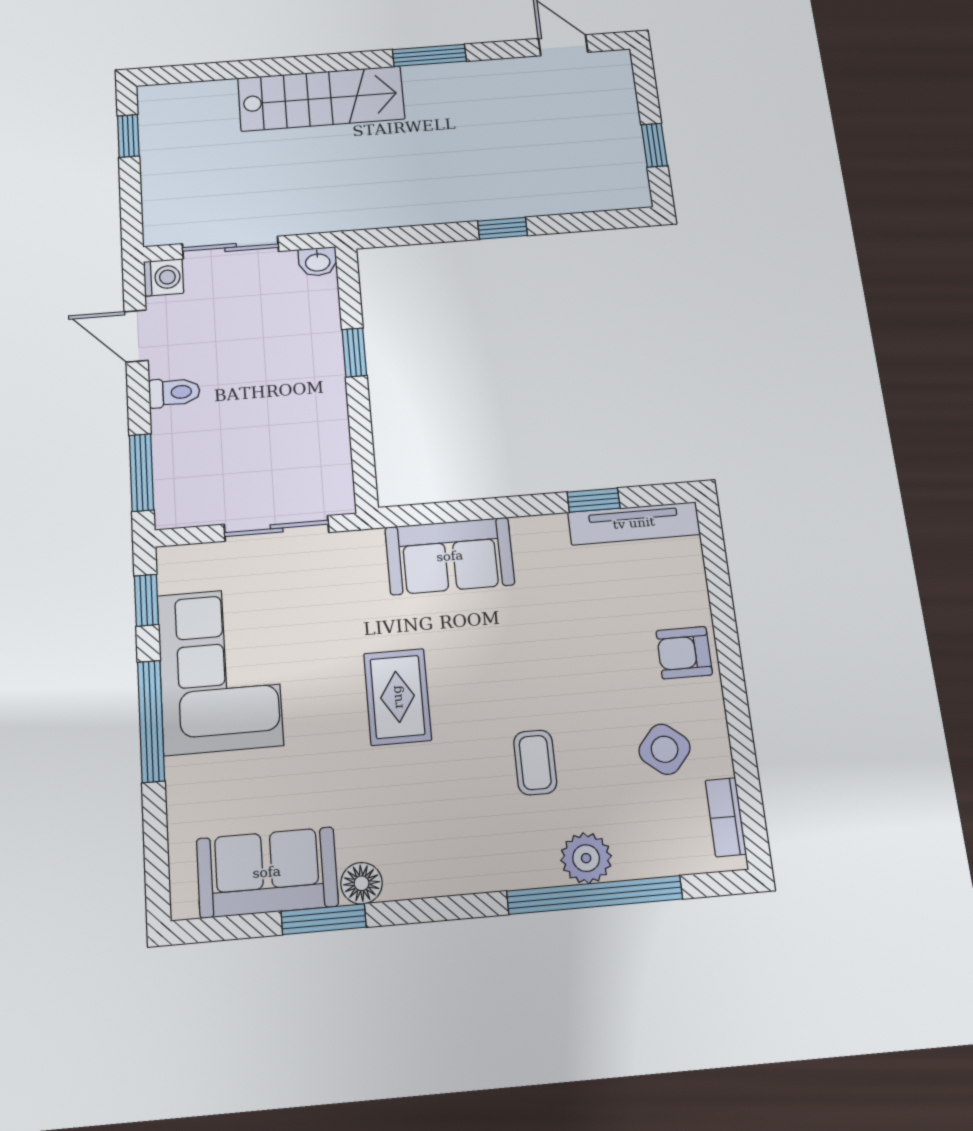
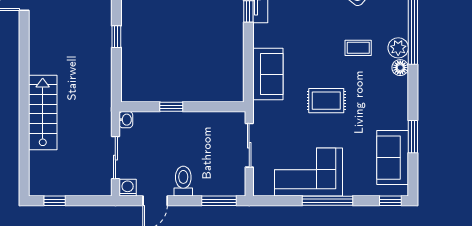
window: (429, 55) -> (24, 61), removed
toilet: (174, 392) -> (183, 181), width x1.37, depth x1.39
window: (146, 600) -> (390, 201), moved
plant: (586, 858) -> (398, 48), moved
floor lamp: (362, 883) -> (400, 68), moved

